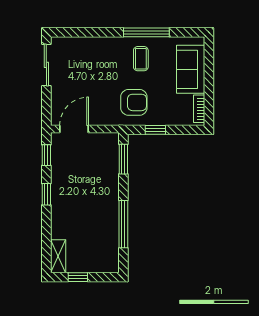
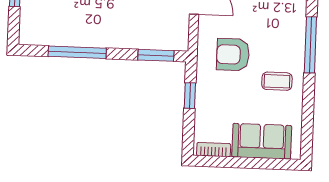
window: (146, 32) -> (310, 45), moved
armchair: (134, 102) -> (233, 55), moved, turned 90

